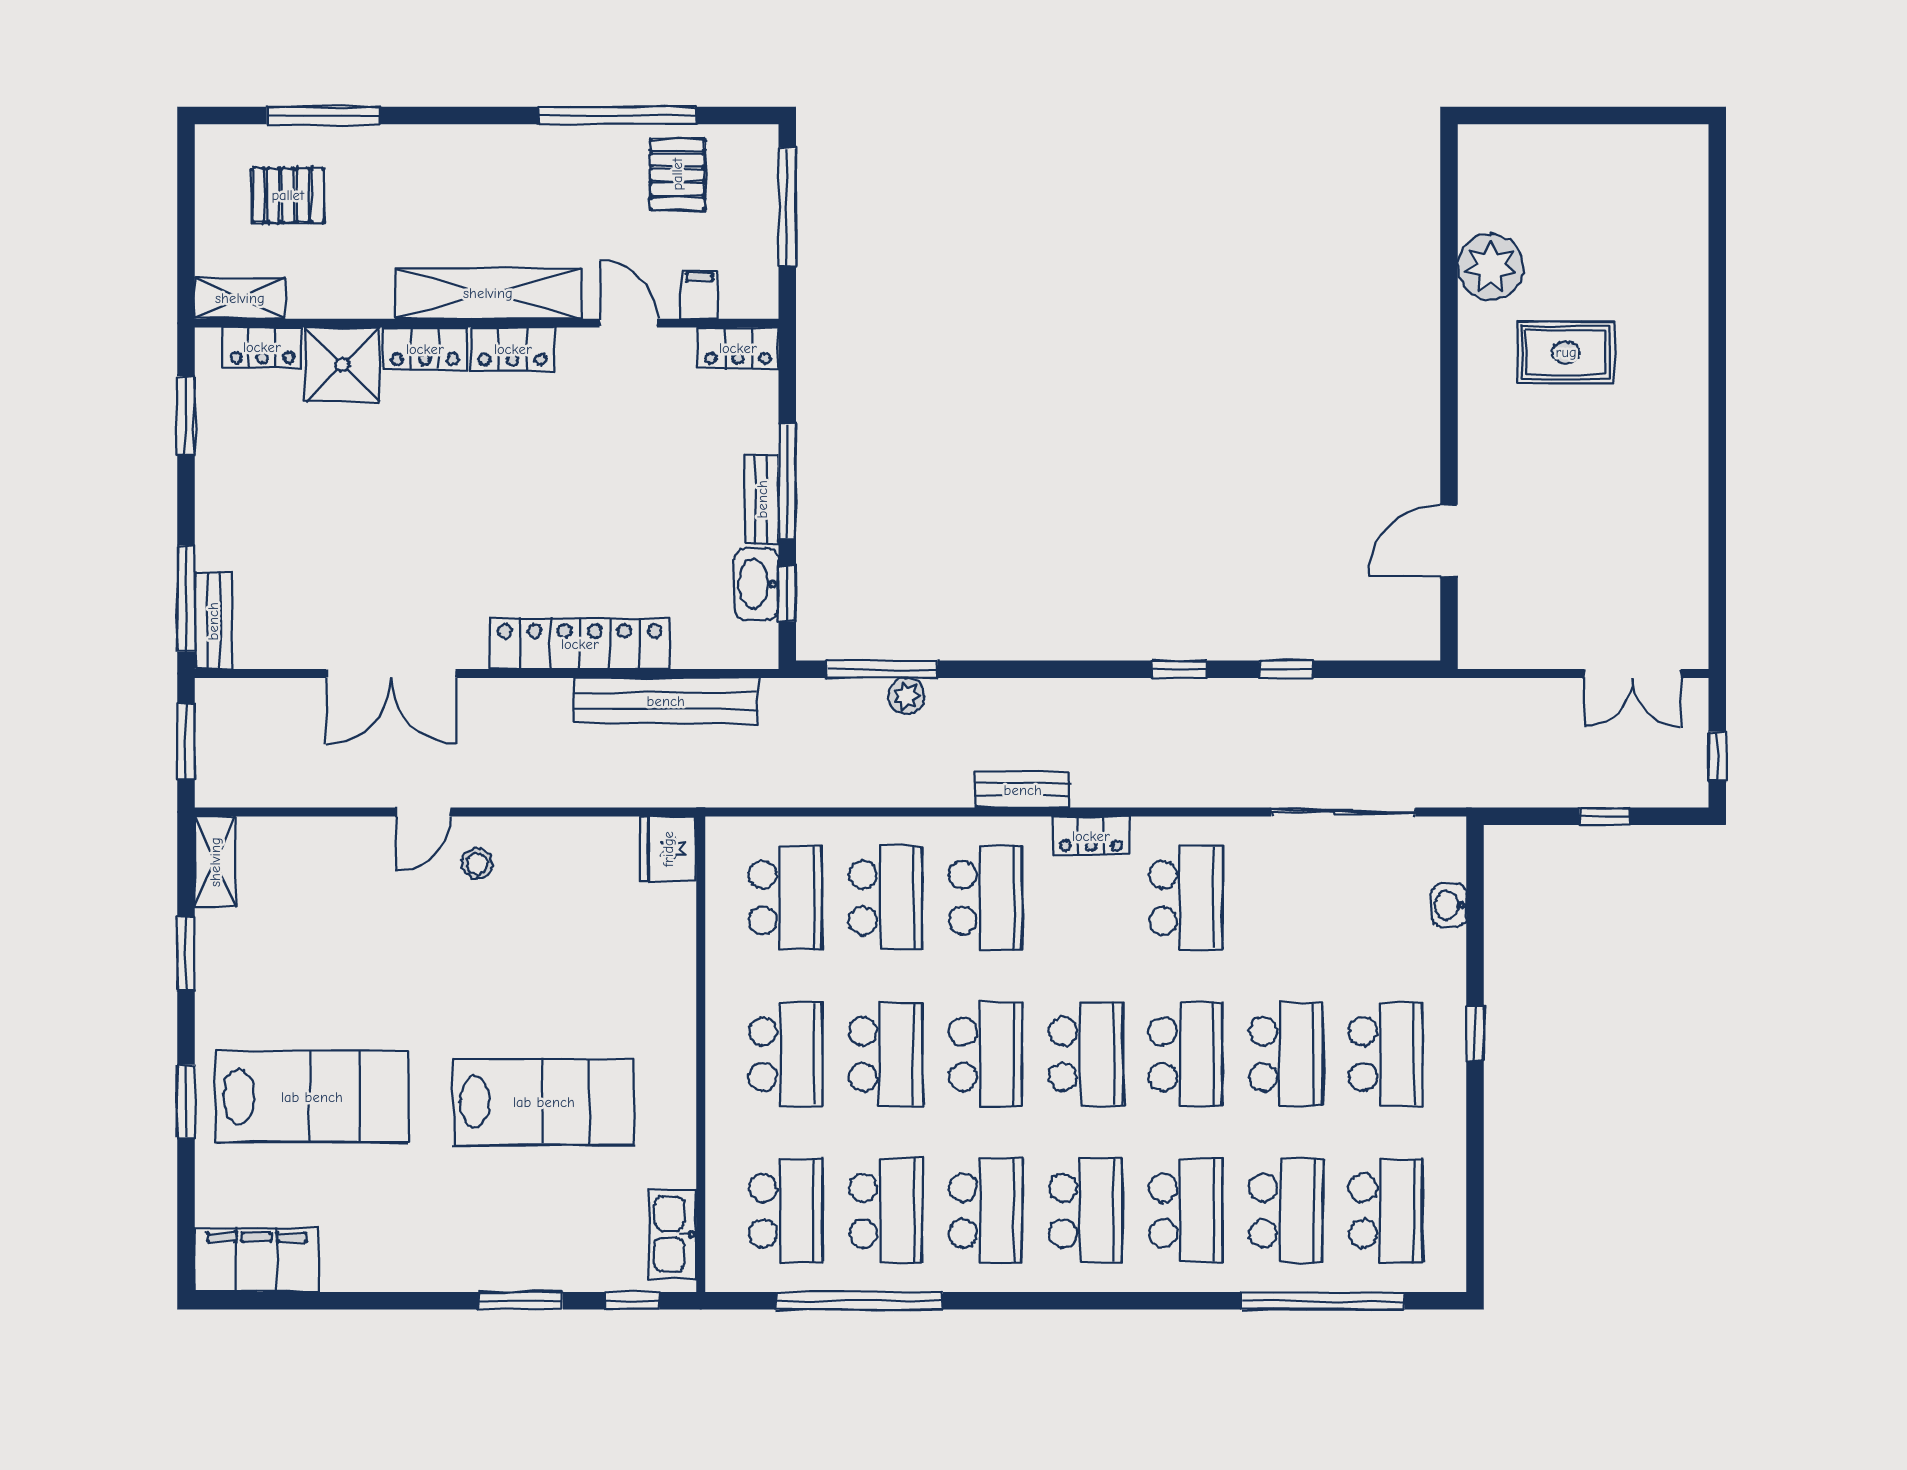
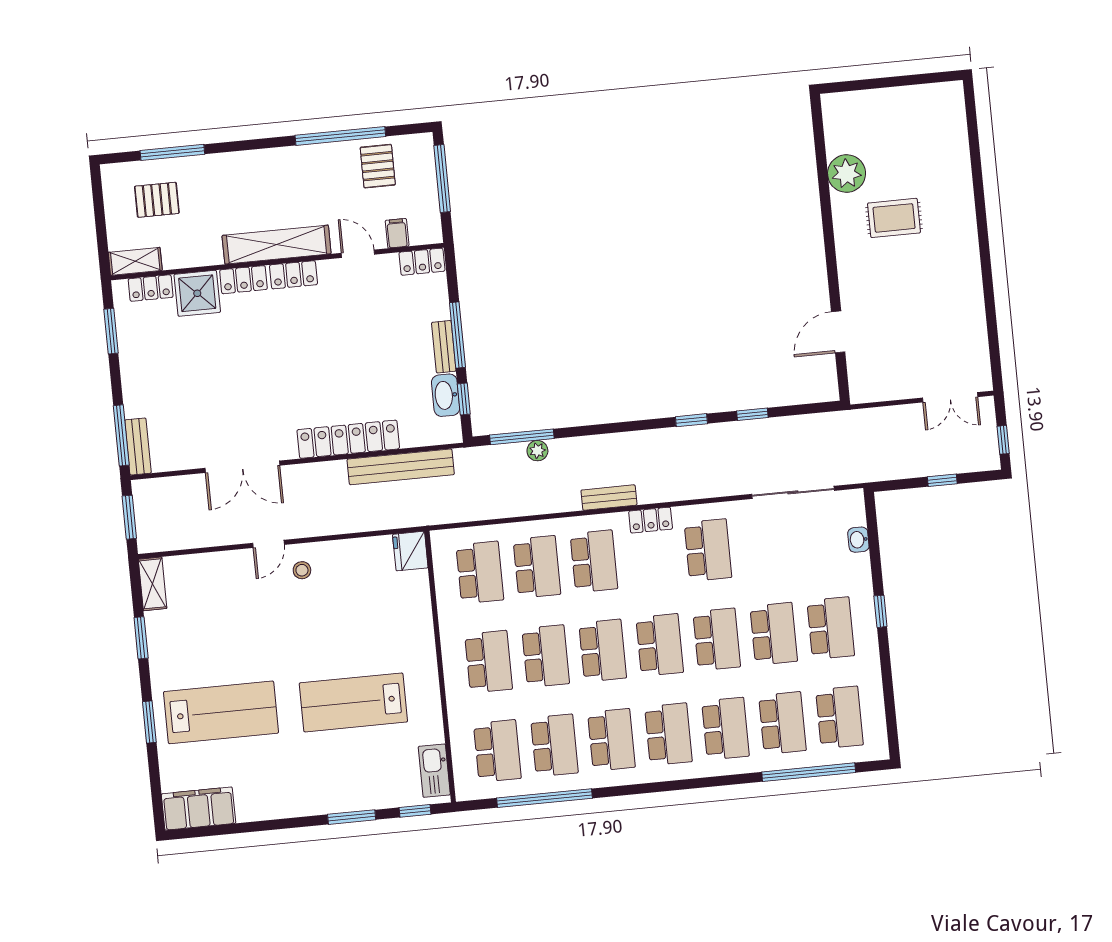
lab bench: (544, 1102) -> (353, 702), turned 180

